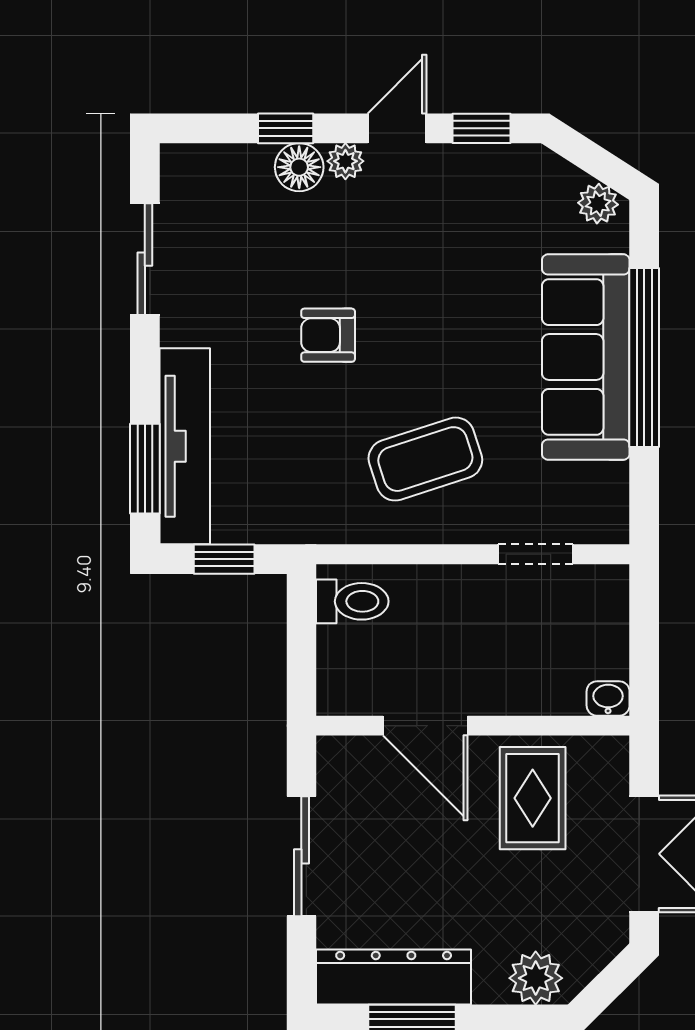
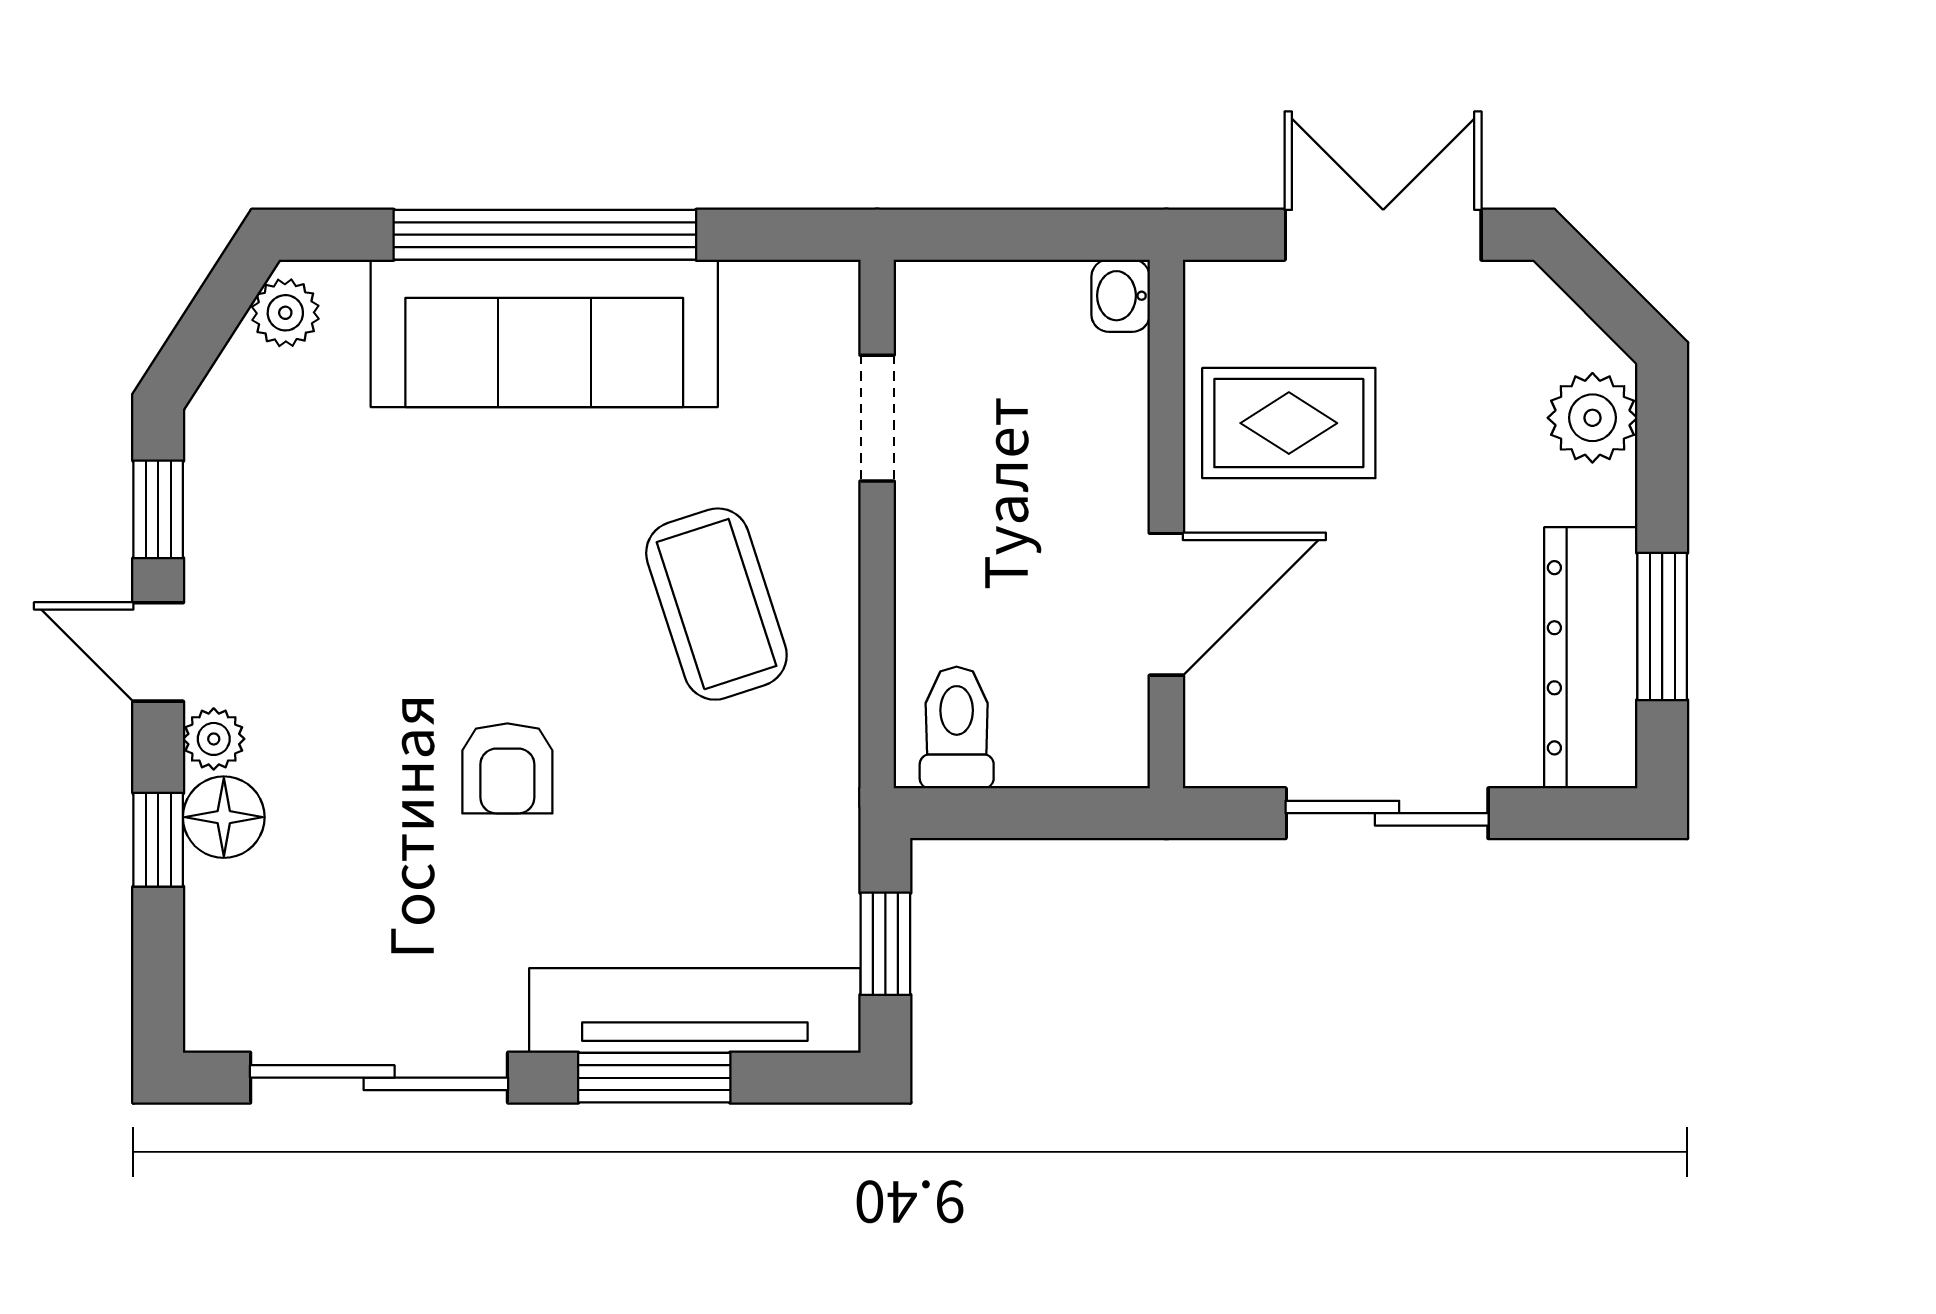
sliding door: (145, 259) -> (379, 1078), width x1.37
window: (145, 469) -> (654, 1078), moved

